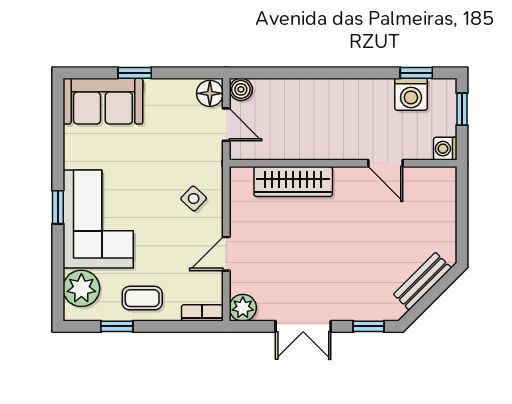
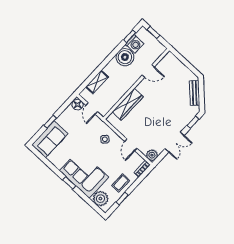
boiler: (241, 89) -> (125, 57), moved, width x1.86, depth x1.86
shelving: (282, 91) -> (97, 82), added
door: (226, 125) -> (92, 109), swing flipped
washing machine: (445, 149) -> (161, 49), removed

